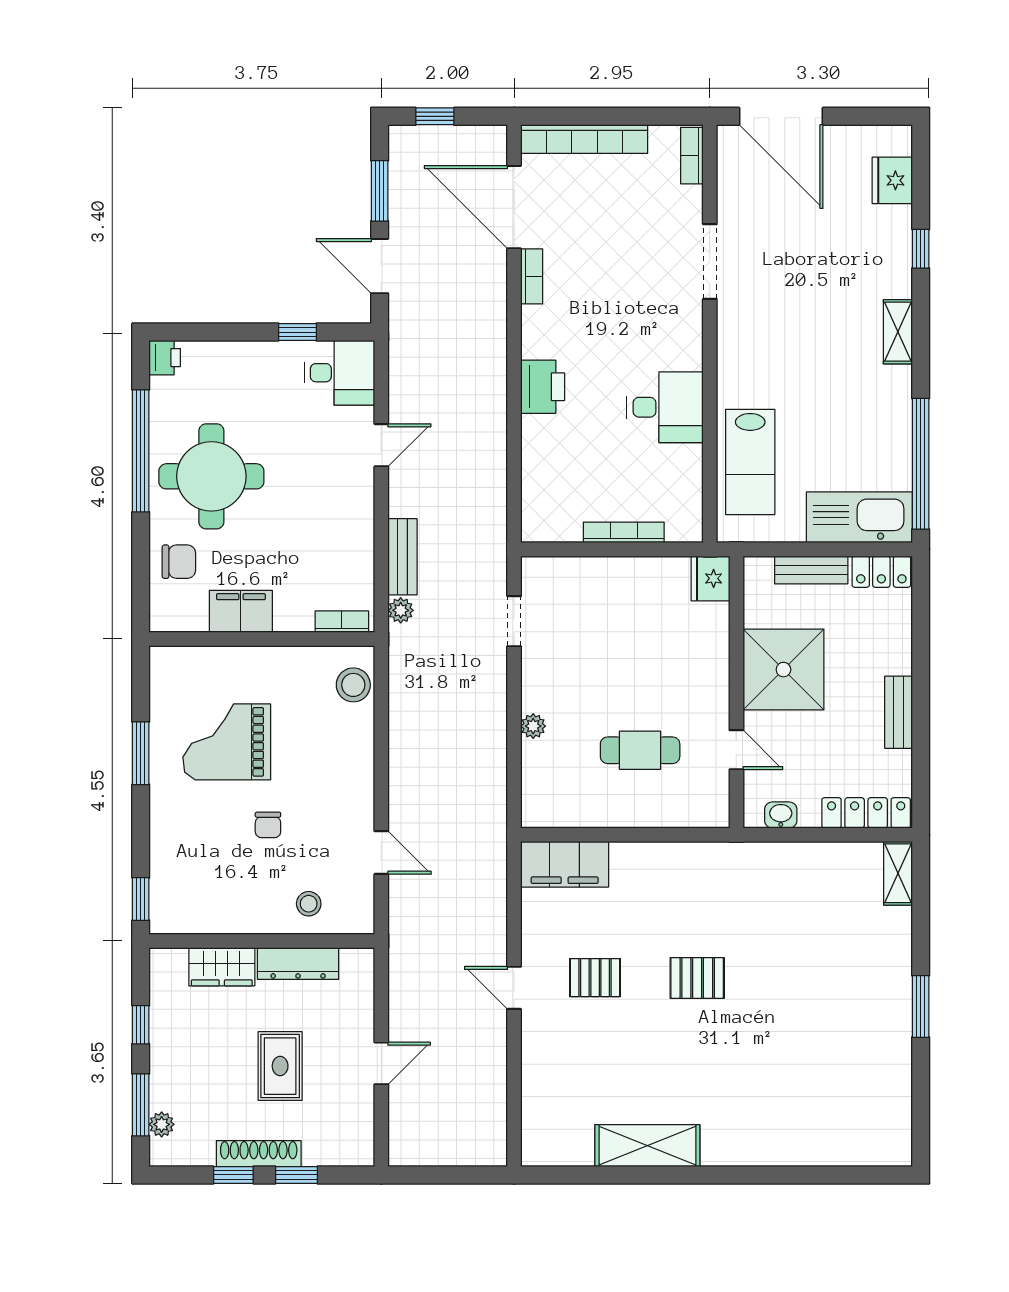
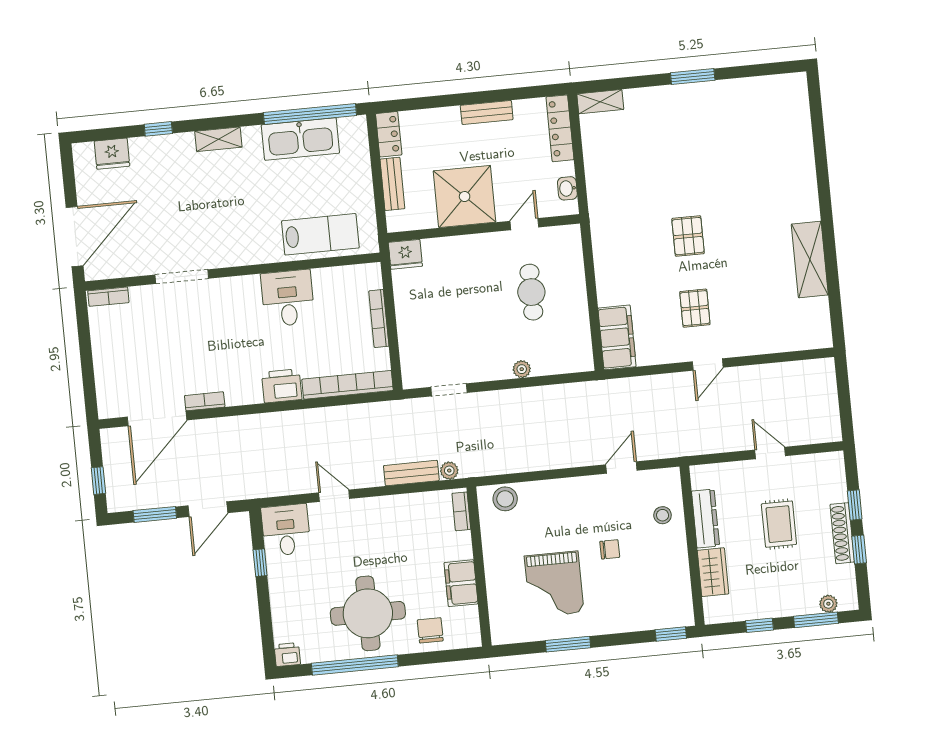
bookcase: (584, 139) -> (348, 385), moved, turned -90
kitchen sink: (859, 517) -> (300, 139), moved, turned -90
rug: (280, 1066) -> (779, 524), turned 90

